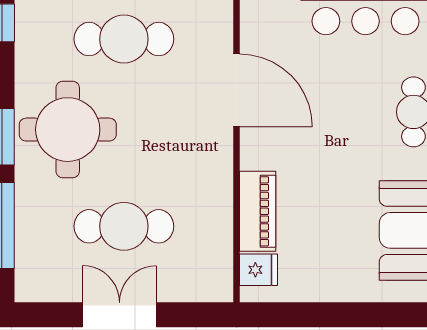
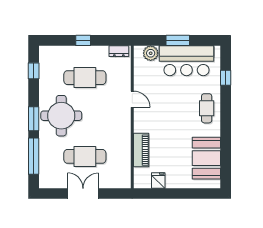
door: (237, 90) -> (132, 99), width x0.53
fridge: (258, 270) -> (158, 180), moved, turned -90

